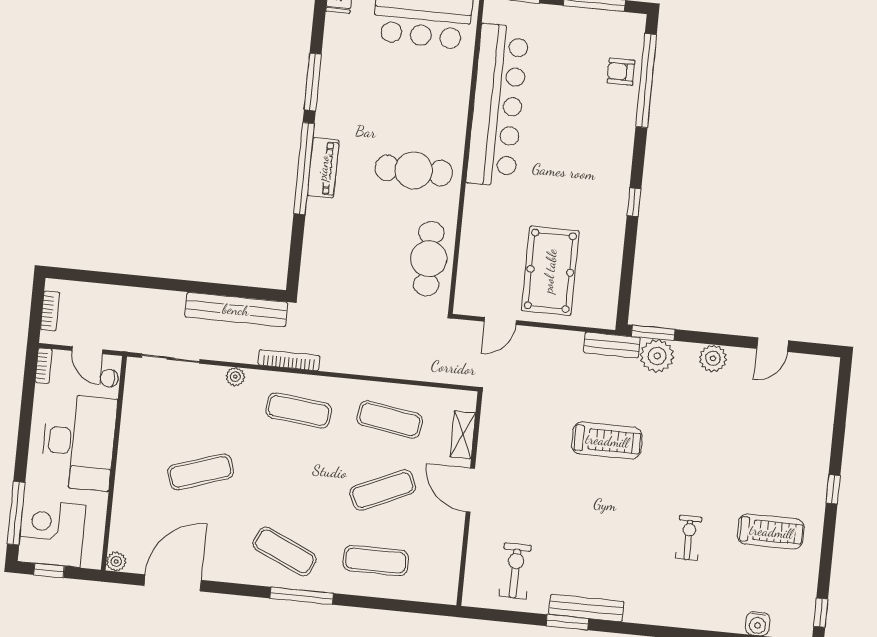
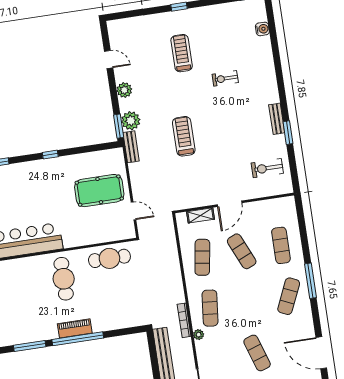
plant: (235, 377) -> (199, 335), moved
treadmill: (771, 532) -> (182, 53), moved
bench: (586, 608) -> (277, 119), width x0.73

